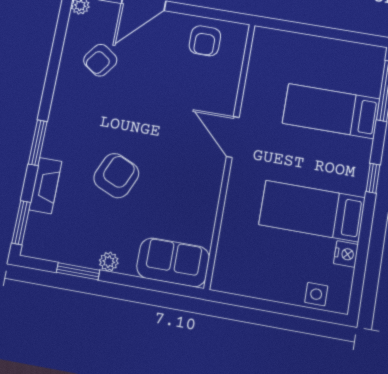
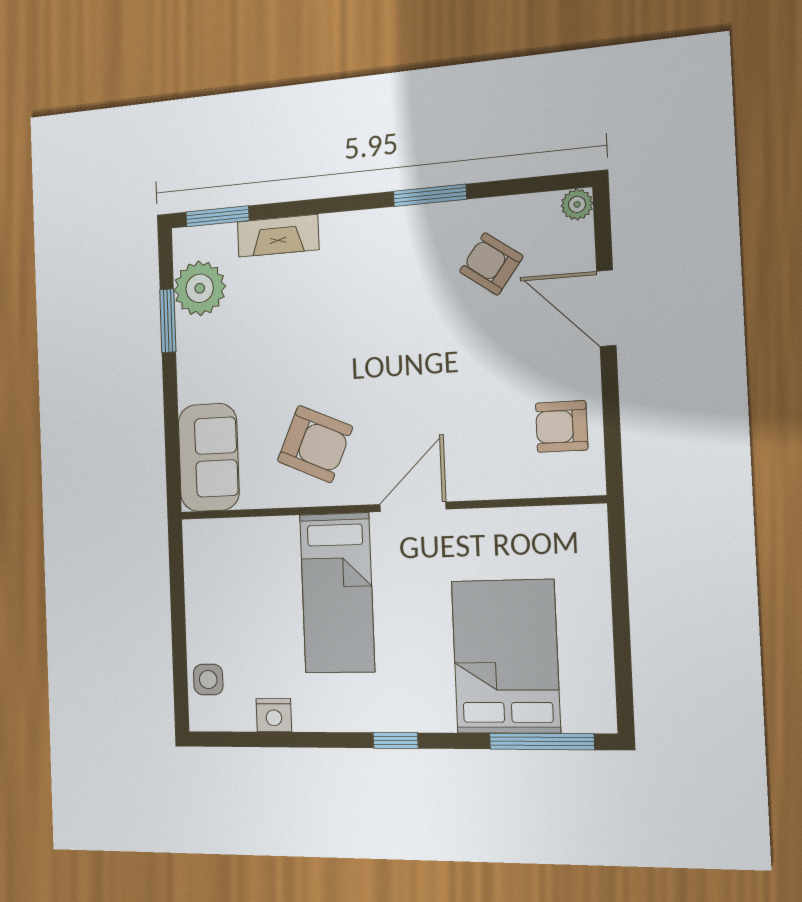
bed: (331, 111) -> (506, 656), width x1.50
window: (38, 143) -> (430, 195), moved
armchair: (116, 176) -> (315, 444), moved
bed: (312, 211) -> (337, 593), moved, turned 180
plant: (109, 262) -> (200, 288), moved, width x1.88, depth x1.88

